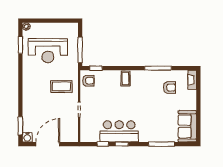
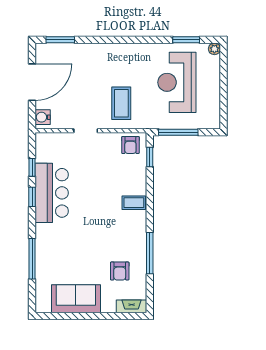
sofa: (187, 126) -> (76, 299), moved
water cooler: (27, 137) -> (43, 117), moved
door: (48, 144) -> (32, 82), hinge flipped

